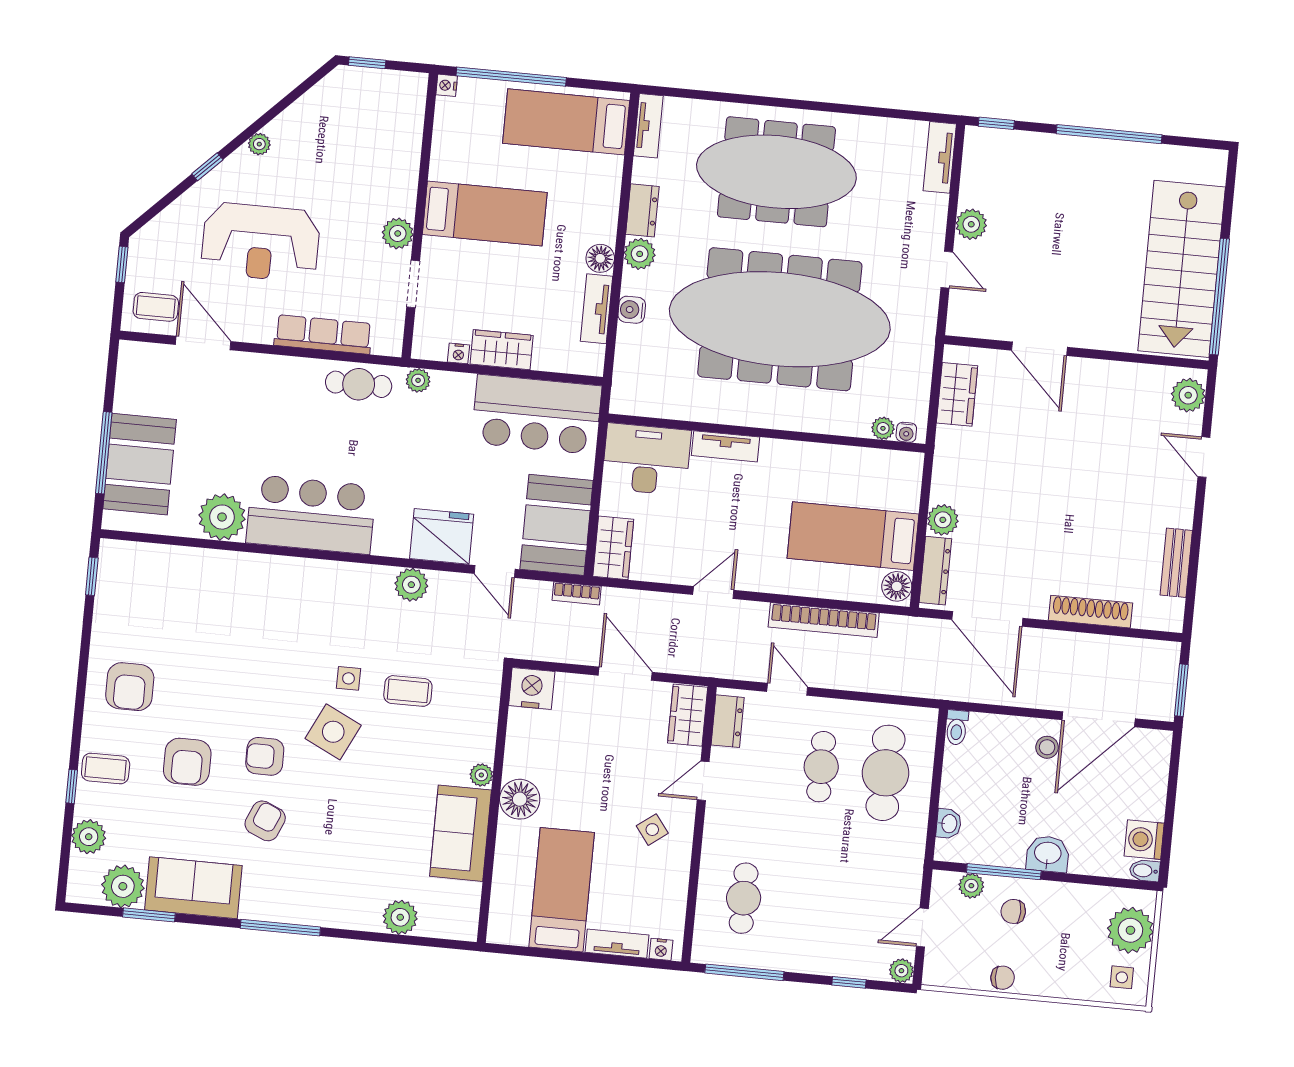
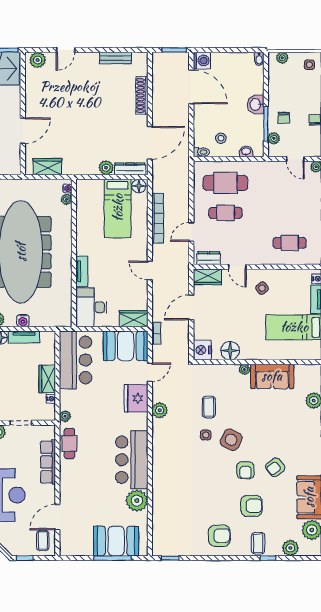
stool: (1047, 747) -> (221, 138), moved
floor lamp: (520, 799) -> (230, 351), moved
armchair: (265, 821) -> (275, 467), turned -60
washing machine: (1144, 840) -> (202, 61), moved, turned -90
plant: (1130, 930) -> (282, 58), width x0.53, depth x0.53

